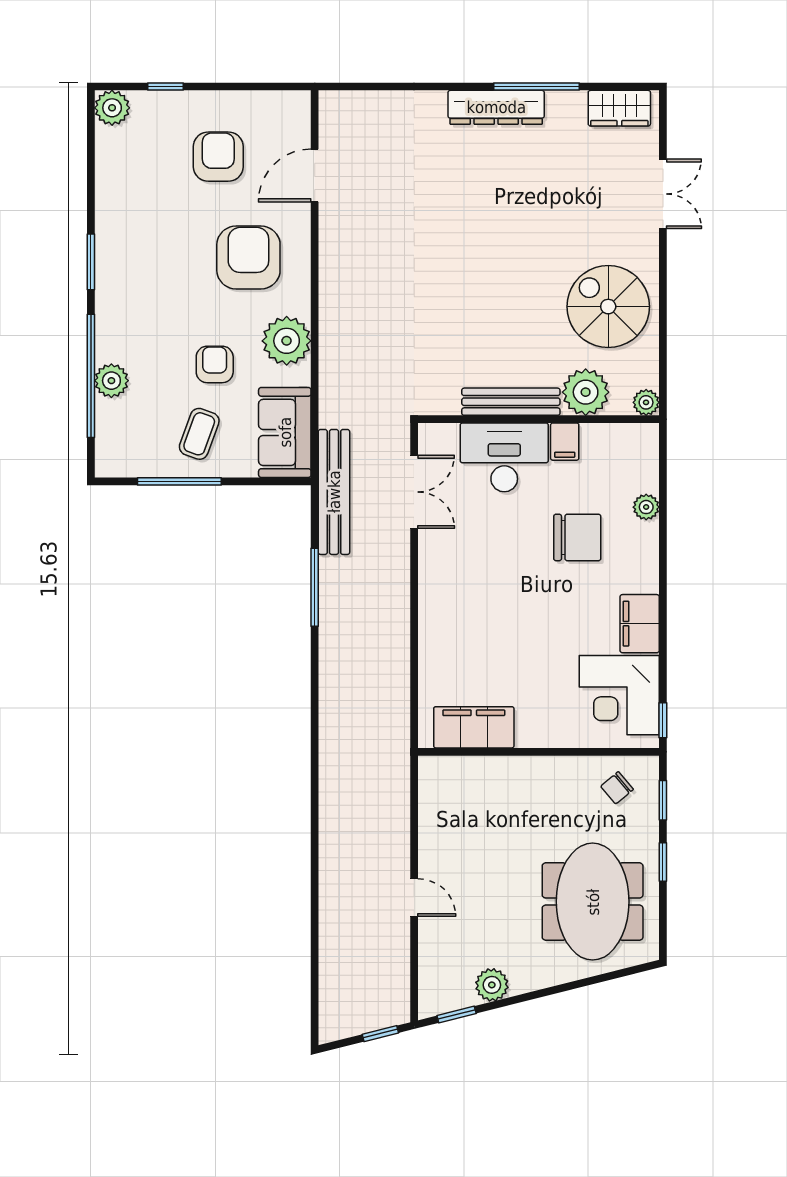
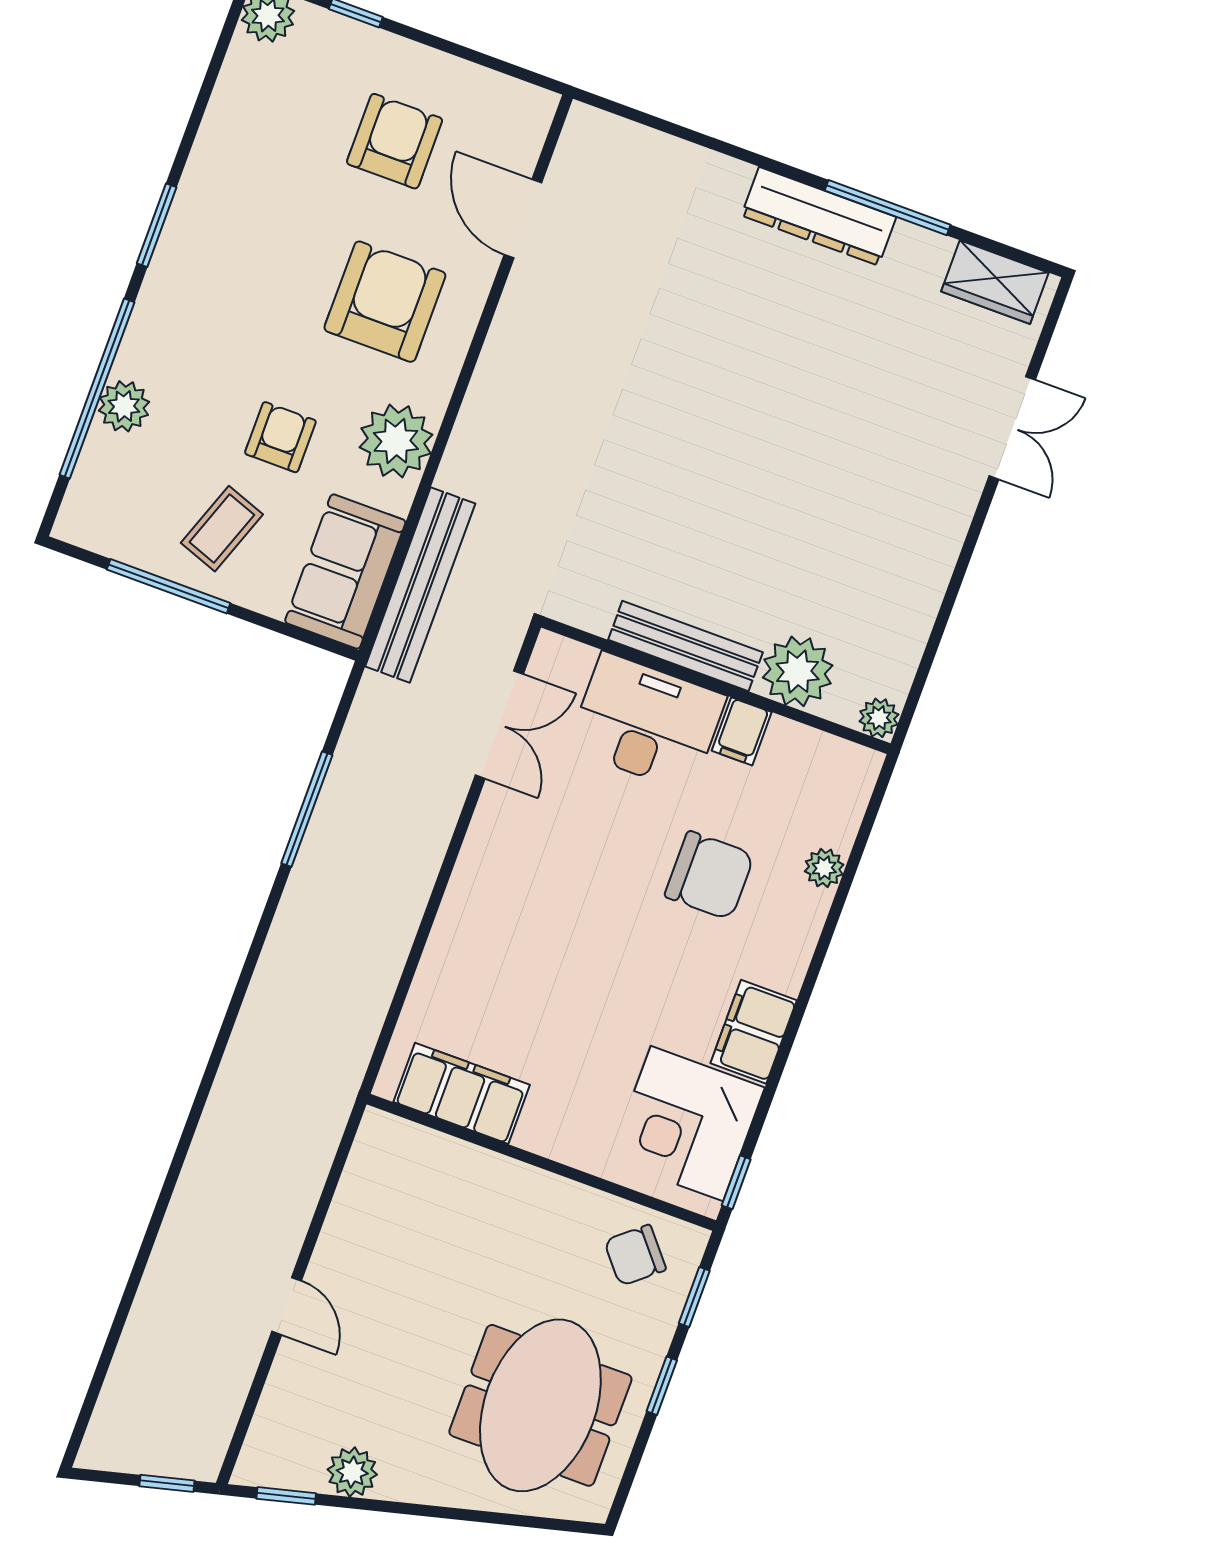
door: (315, 175) -> (523, 219), hinge flipped
spiral stairs: (608, 307) -> (875, 561), removed
bench: (334, 492) -> (420, 585), moved
chair: (617, 788) -> (635, 1255), width x1.37, depth x1.37

